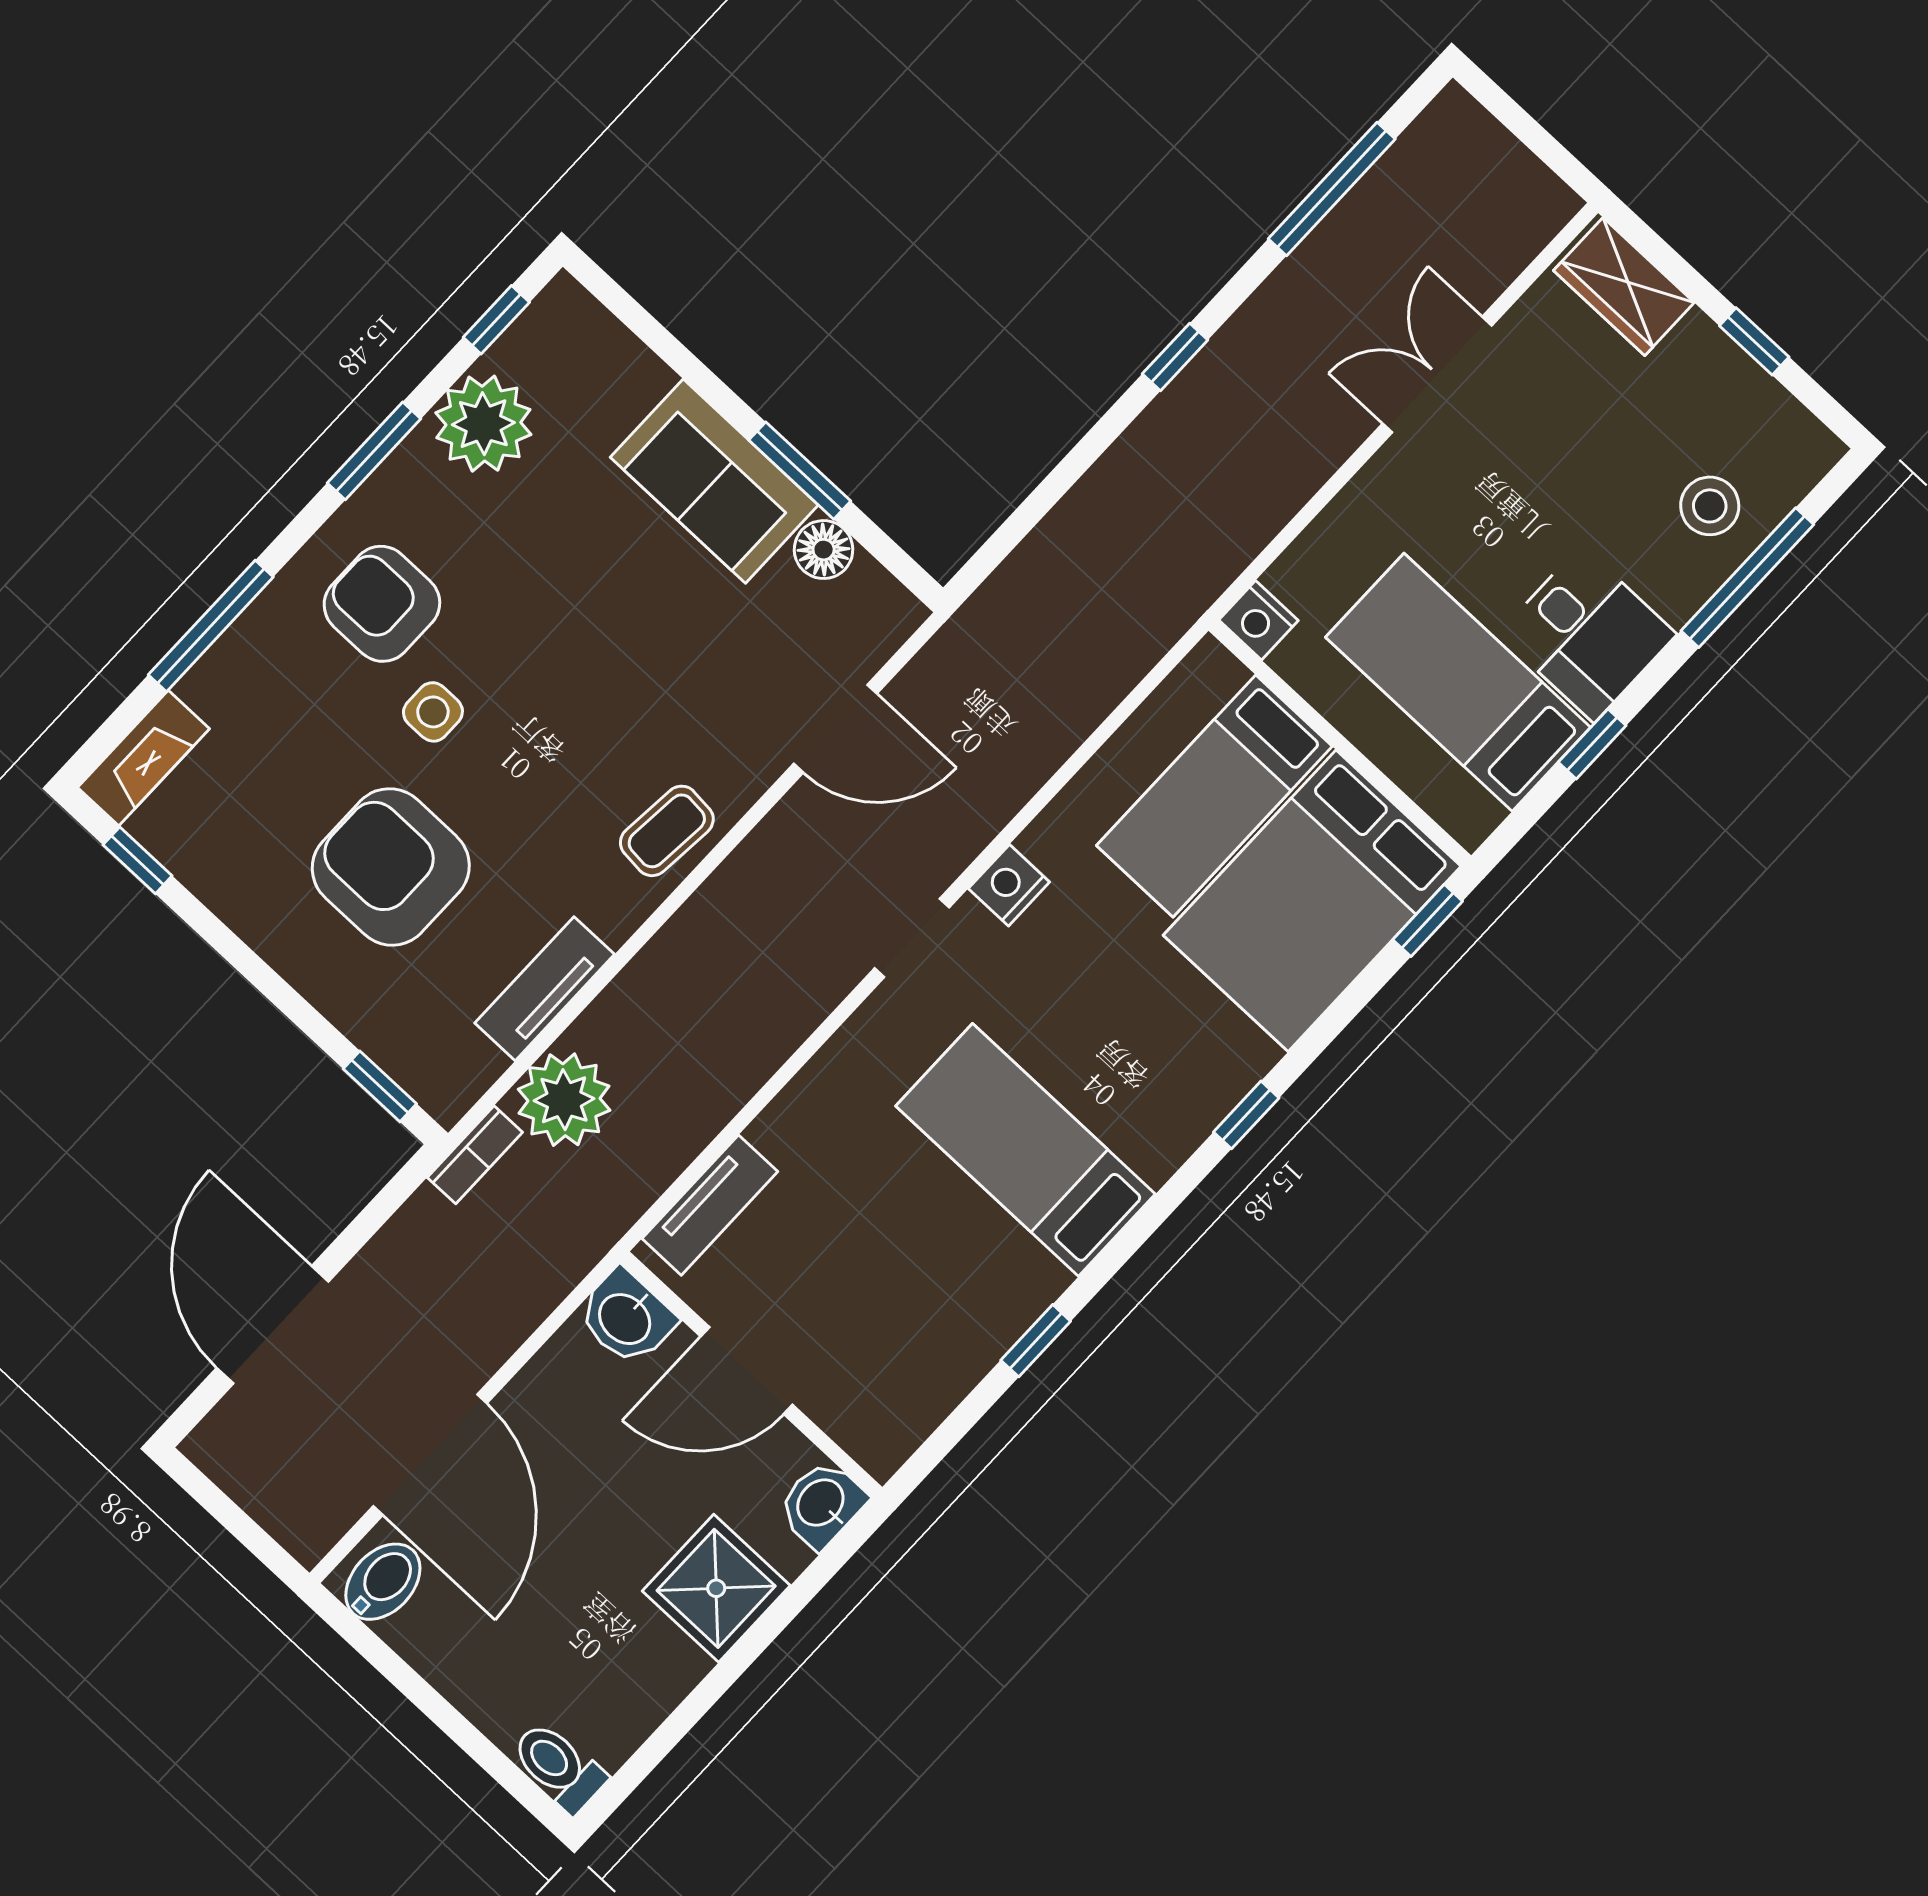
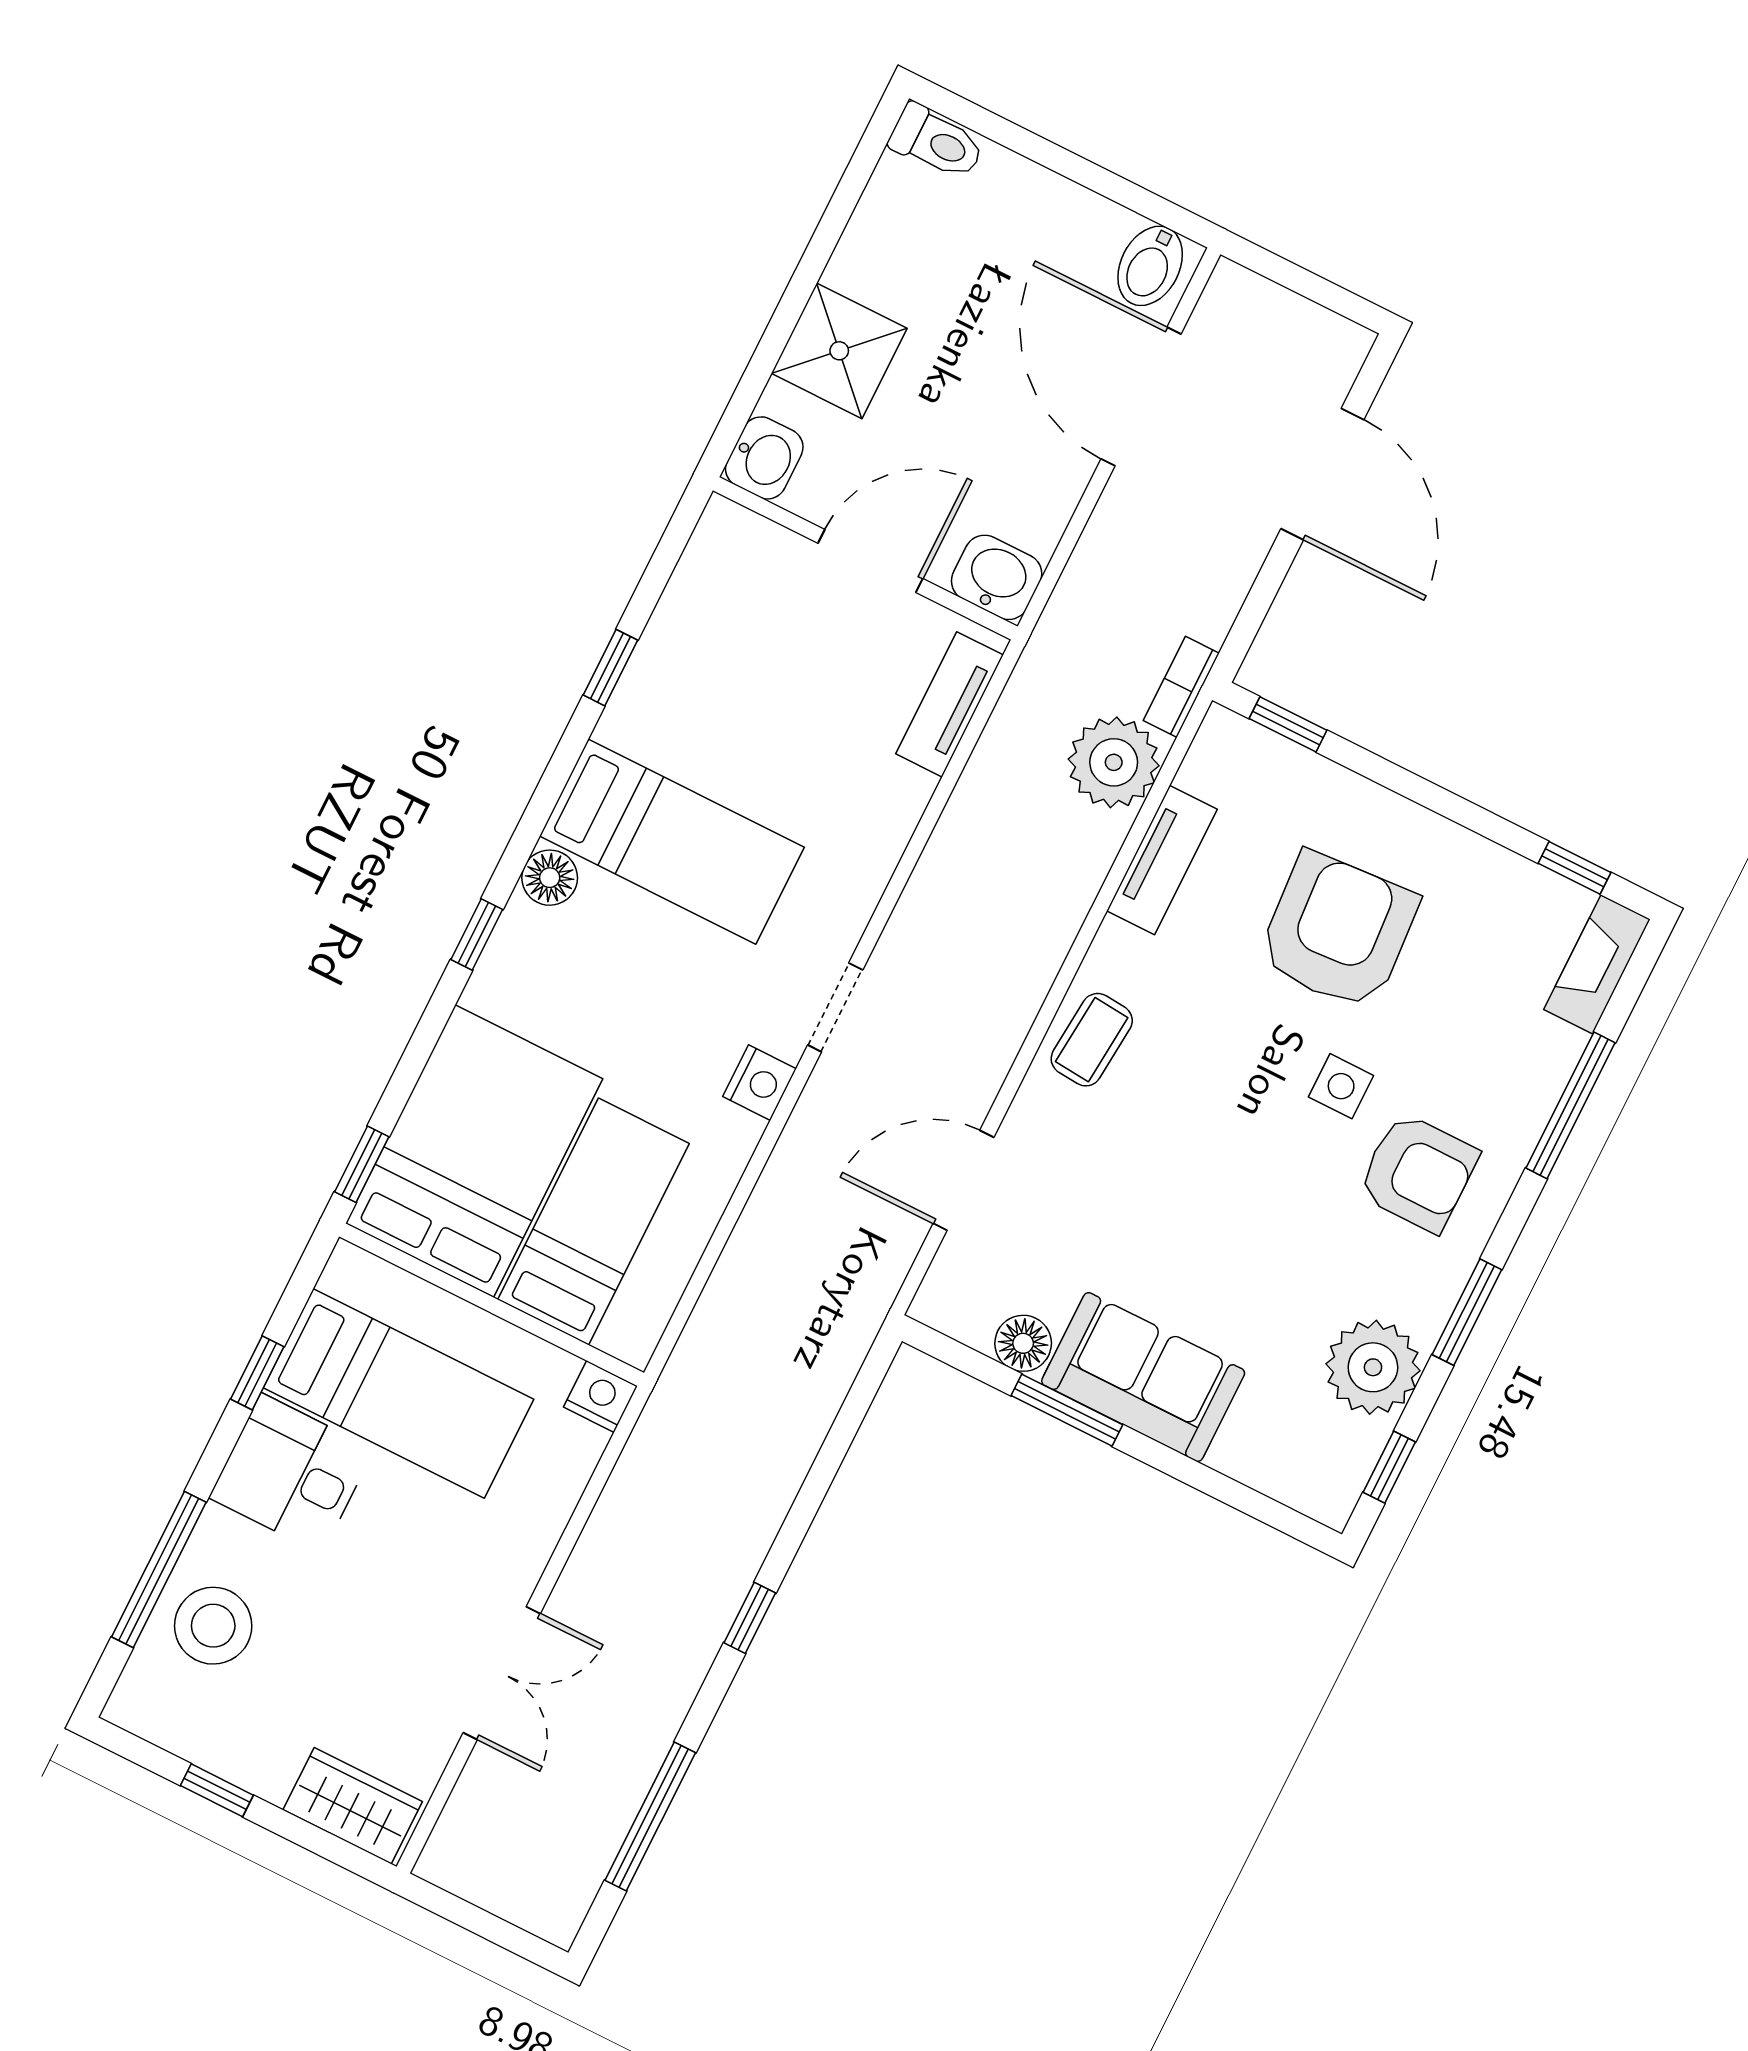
stool: (1710, 506) -> (213, 1626), width x1.38, depth x1.38
armchair: (391, 867) -> (1338, 931), turned -94
floor lamp: (1157, 1150) -> (550, 878), added

